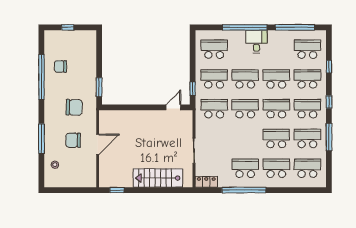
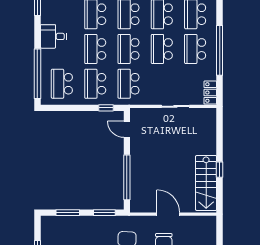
window: (245, 27) -> (37, 74), moved
window: (99, 54) -> (68, 213), added
window: (130, 107) -> (127, 177), added
school desk: (245, 138) -> (162, 49), added
stairs: (158, 178) -> (206, 183), moved
window: (117, 190) -> (220, 170), moved

